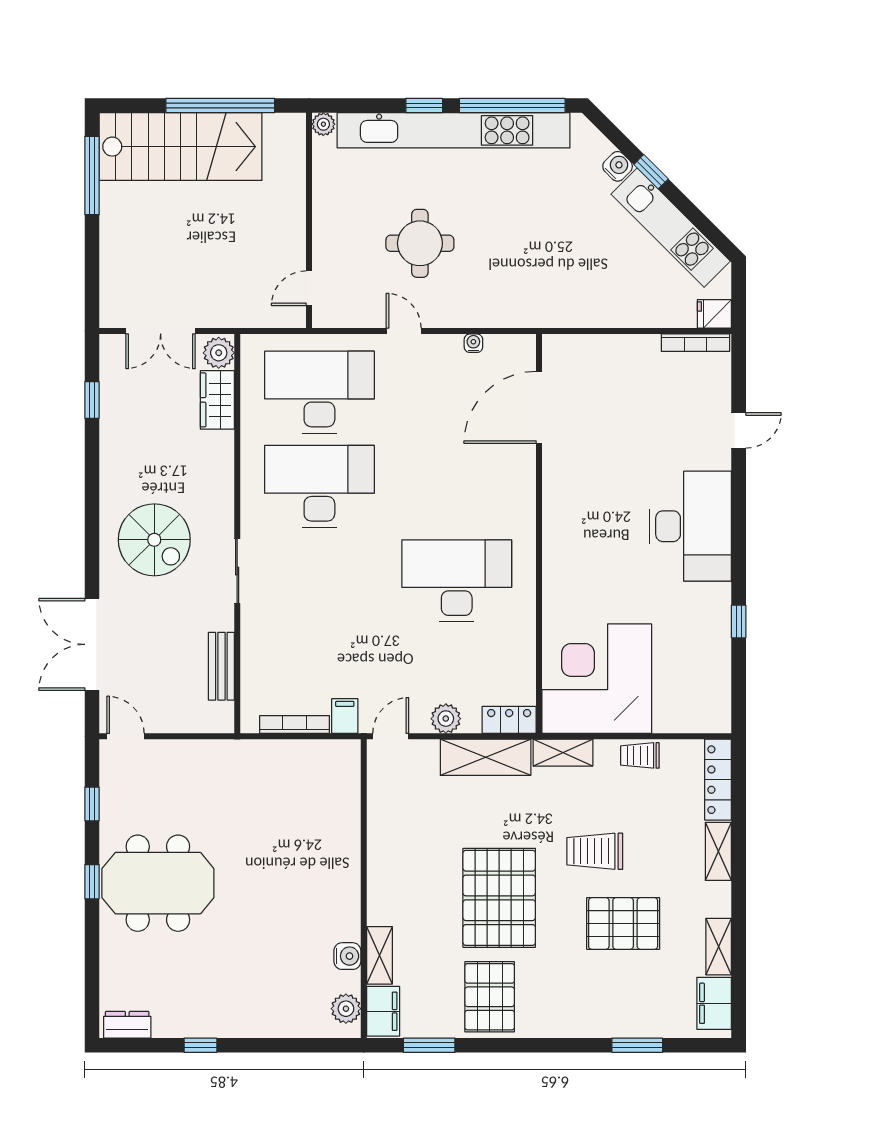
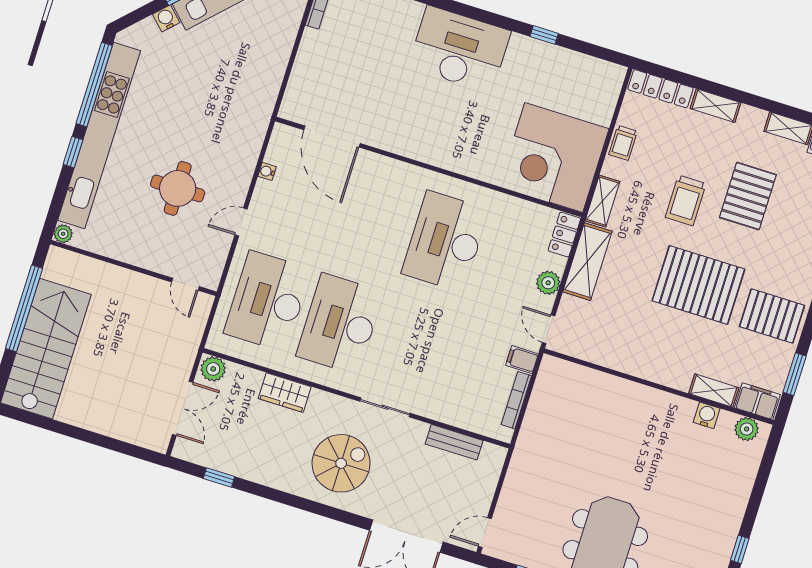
window: (92, 175) -> (47, 423), removed
wardrobe: (217, 400) -> (285, 393), moved

